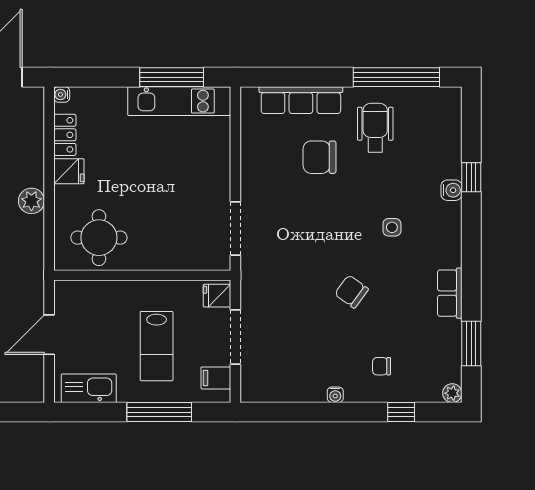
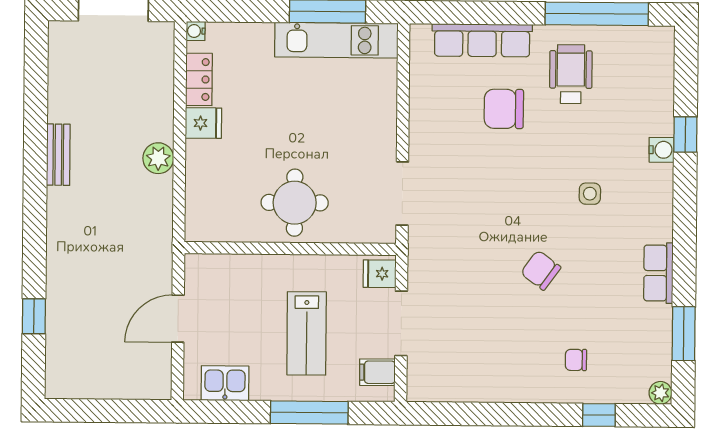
round table: (99, 238) -> (295, 203), moved
kitchen sink: (89, 388) -> (225, 383), width x0.73
water cooler: (335, 395) -> (520, 394), removed

